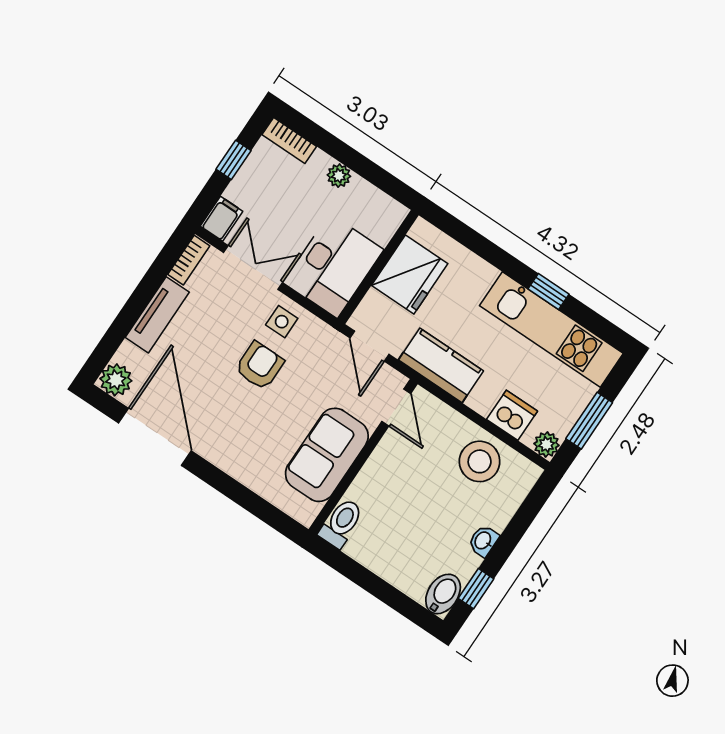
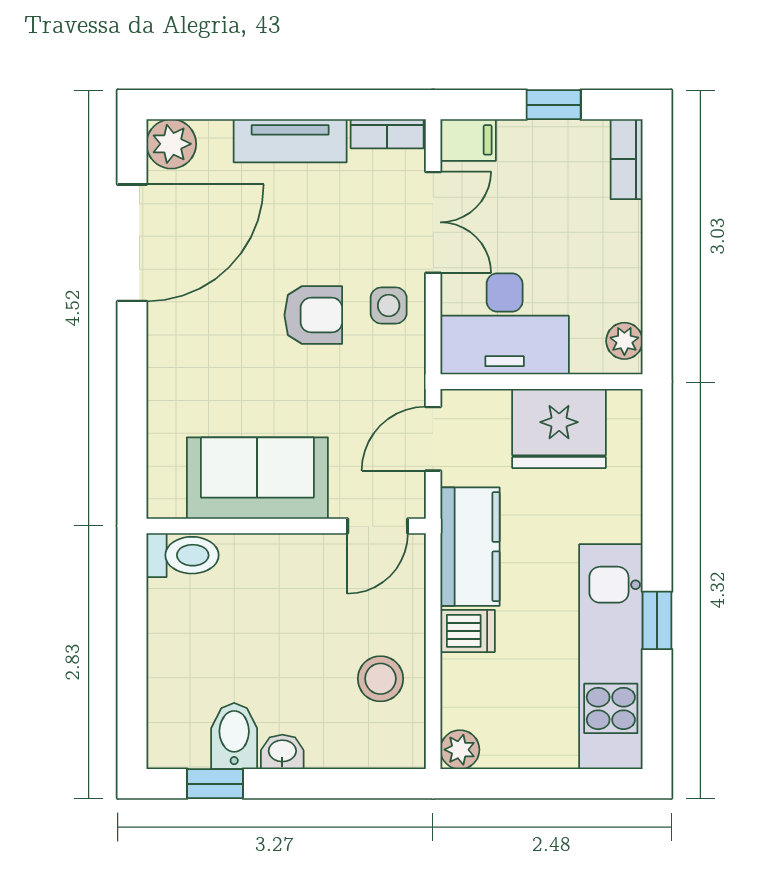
plant: (339, 176) -> (624, 341), moved
dishwasher: (512, 415) -> (468, 631), moved, width x0.73
window: (589, 421) -> (527, 784), removed
stool: (480, 461) -> (380, 679), width x0.73, depth x0.73
bidet: (443, 594) -> (234, 736), moved, turned -90

